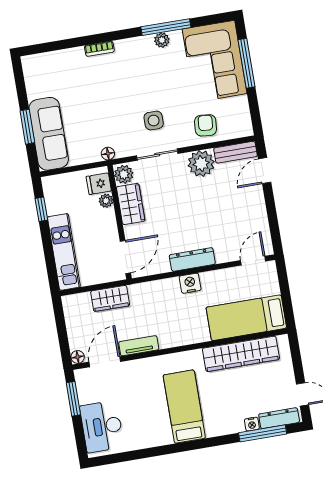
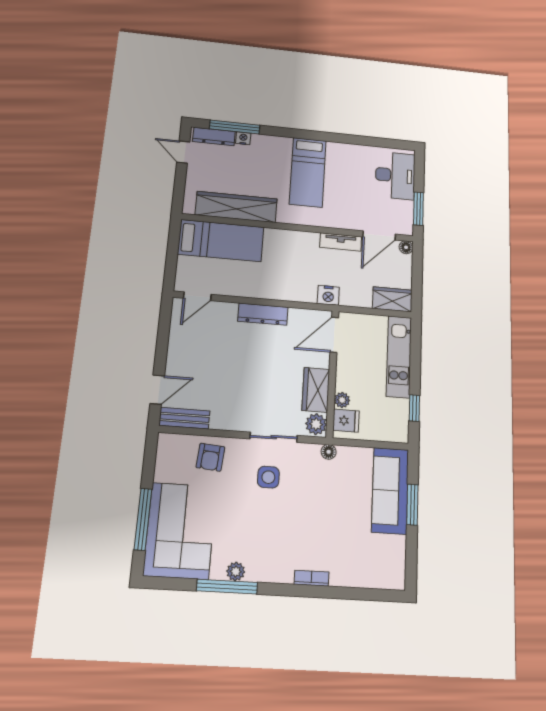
plant: (201, 164) -> (227, 415), removed
nightstand: (190, 283) -> (328, 295), moved
wardrobe: (110, 298) -> (392, 299), moved

